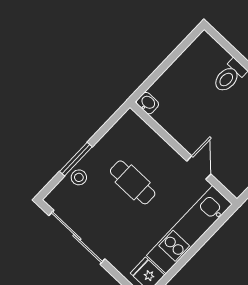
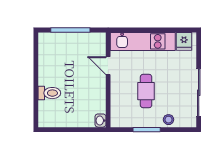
window: (76, 159) -> (147, 130), moved
door: (199, 168) -> (108, 66), hinge flipped

